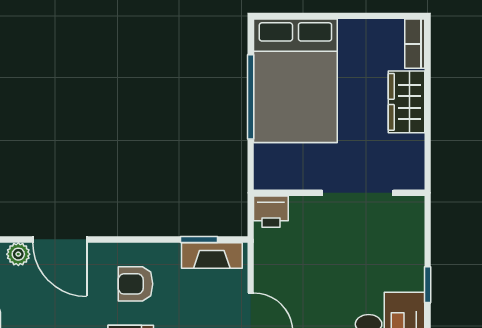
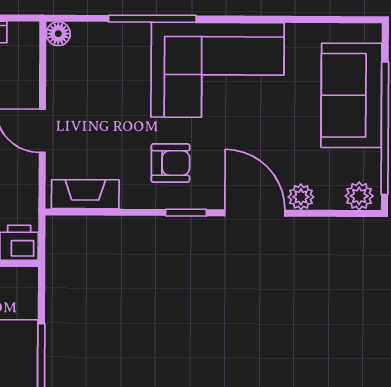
window: (199, 239) -> (186, 213), moved

